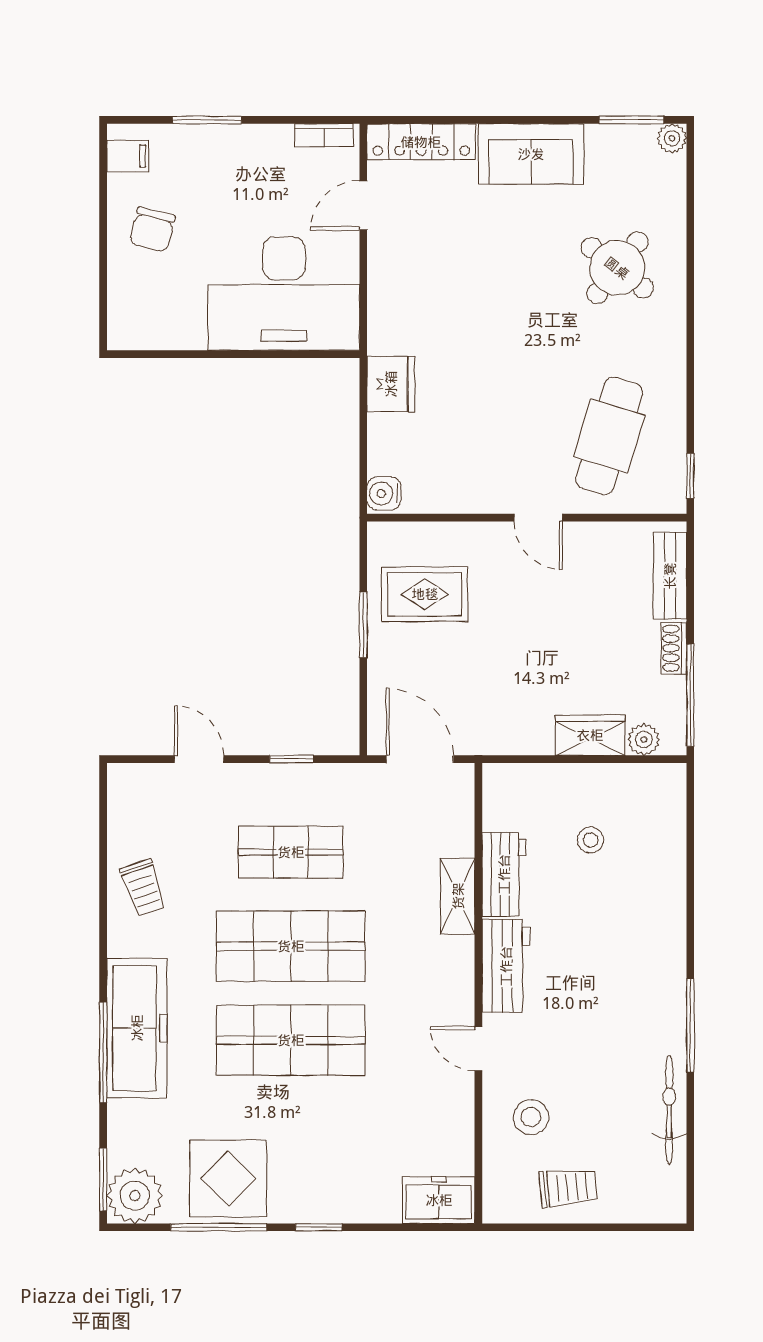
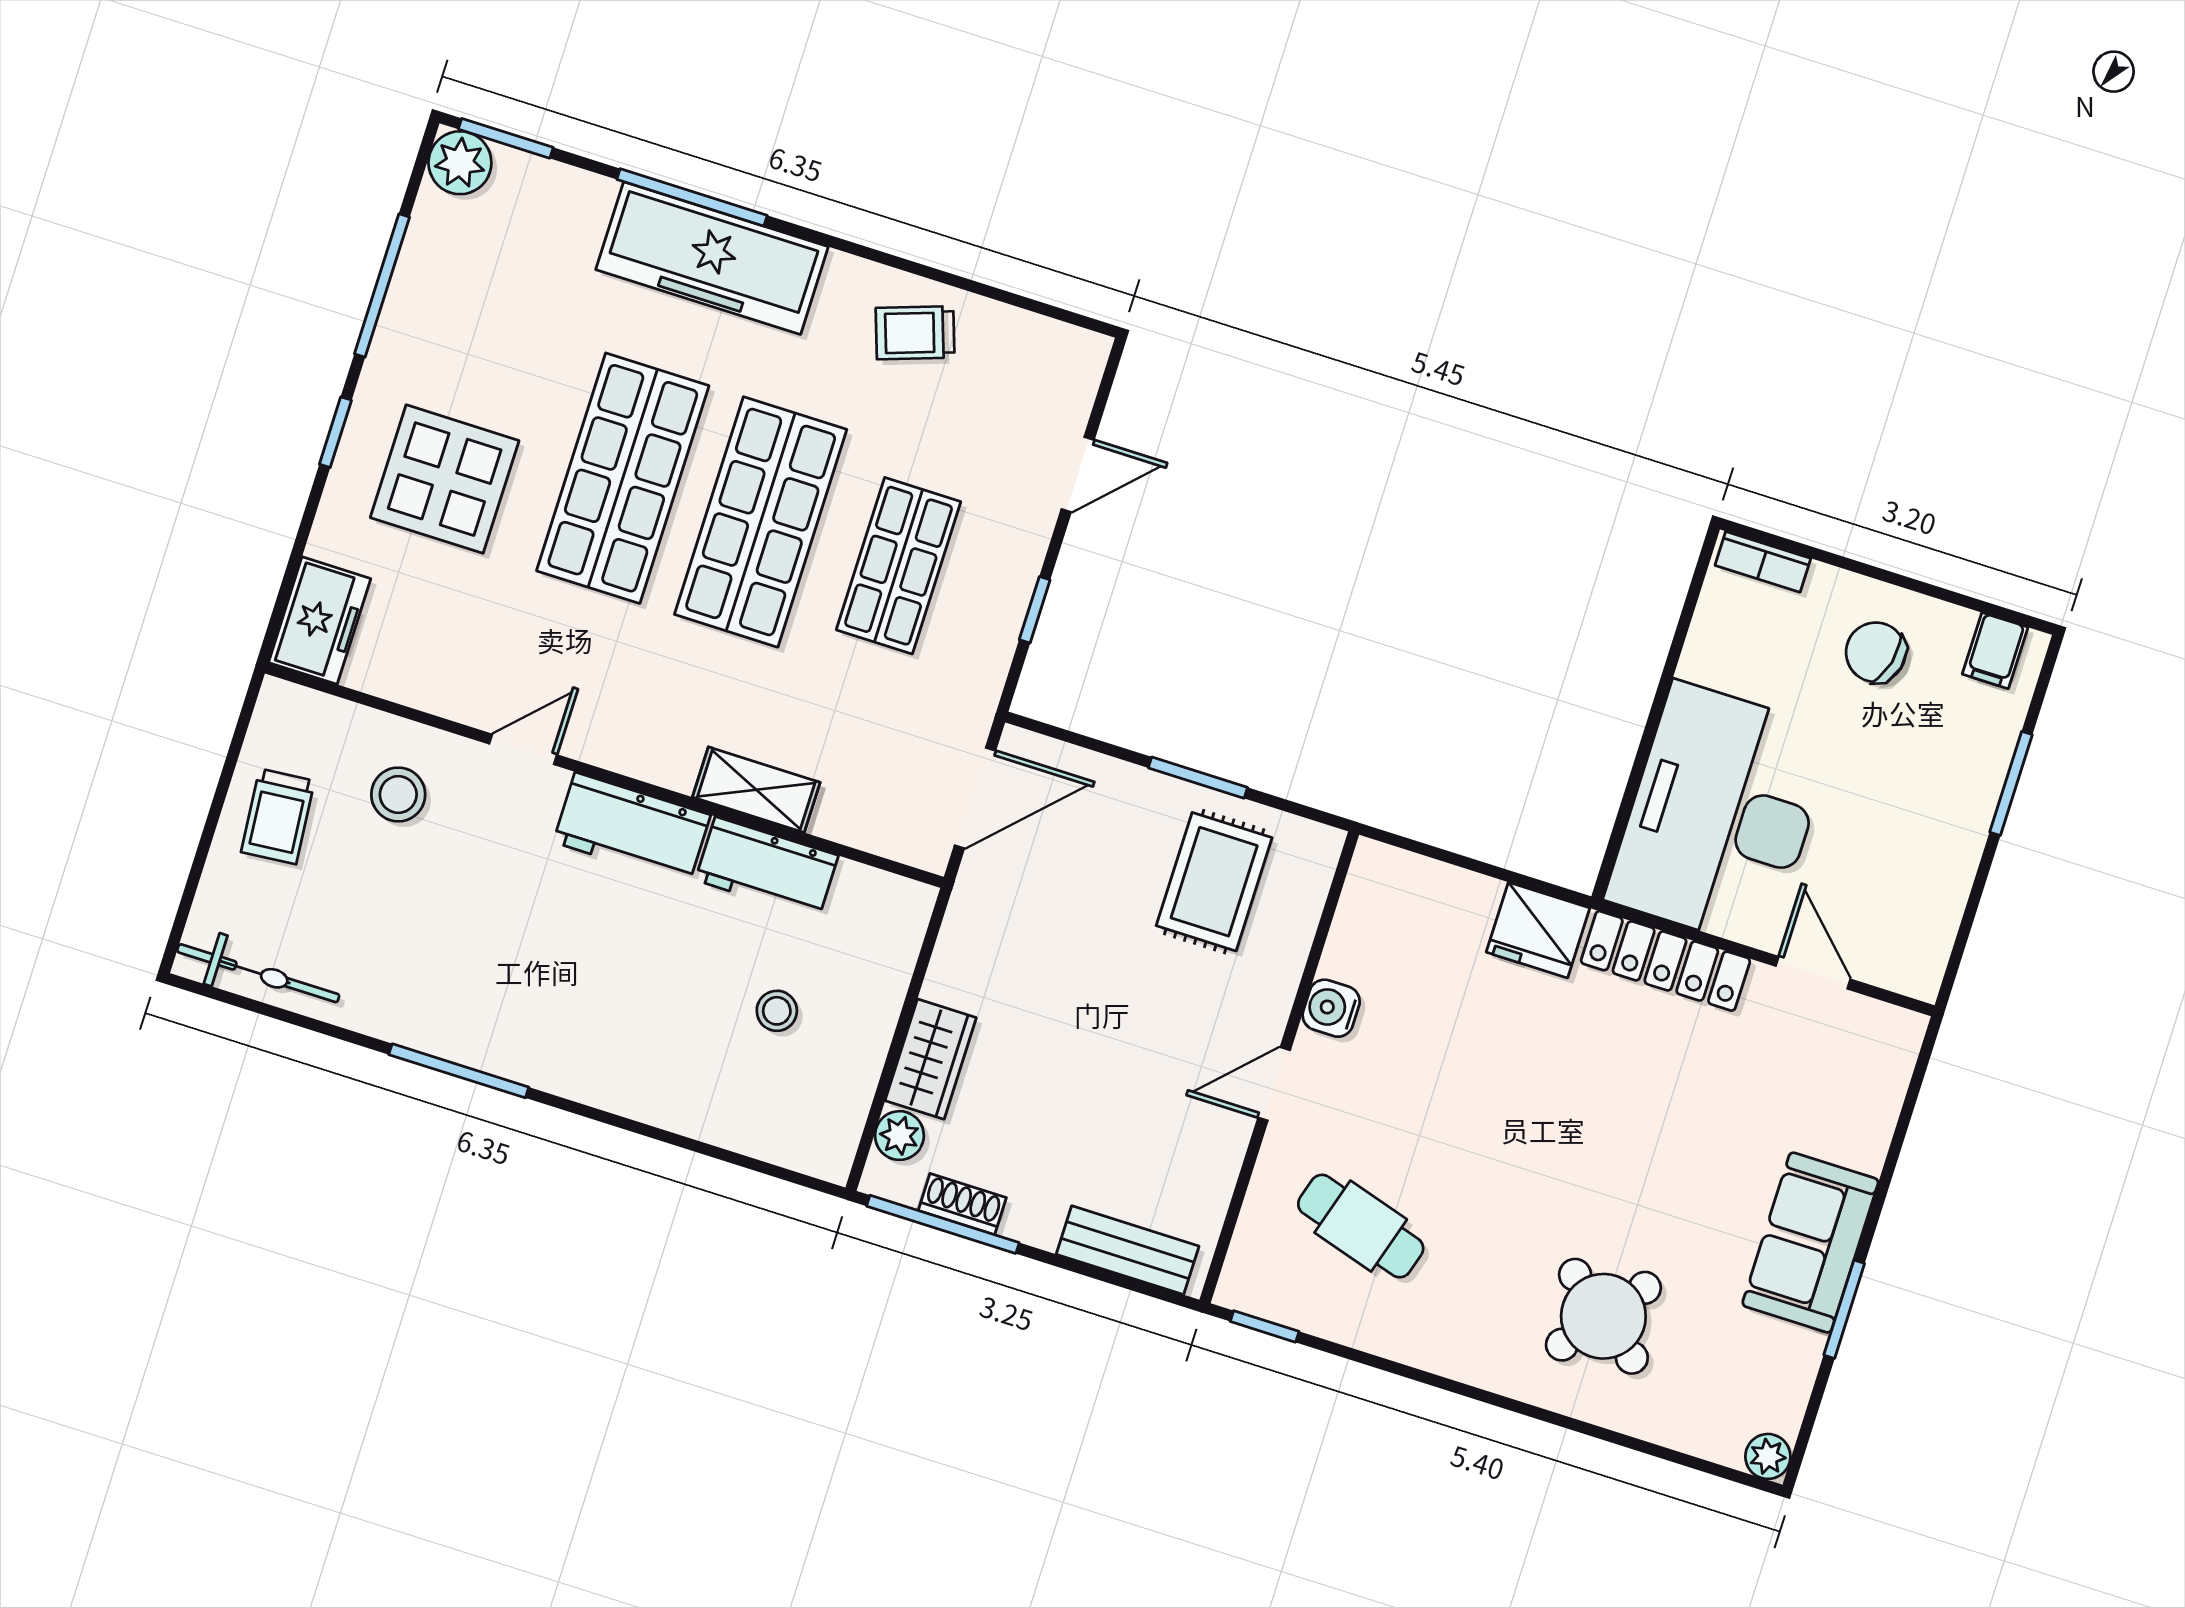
window: (632, 120) -> (1844, 1309), moved
bookcase: (324, 135) -> (1763, 562), moved, turned -90
locker: (421, 142) -> (1665, 961), moved, turned -90
cafe table: (609, 436) -> (1361, 1226), width x0.73, depth x0.74
water cooler: (384, 493) -> (1331, 1008), moved, turned -90
shoe rack: (674, 648) -> (962, 1204), moved
bicycle: (669, 1110) -> (258, 973), moved
display table: (228, 1178) -> (445, 479), moved
plant: (135, 1196) -> (460, 163), width x0.73, depth x0.73

